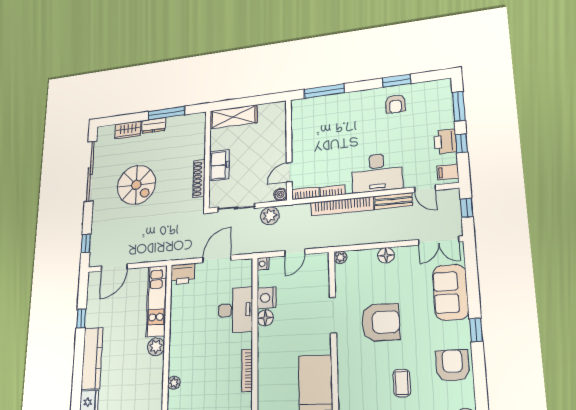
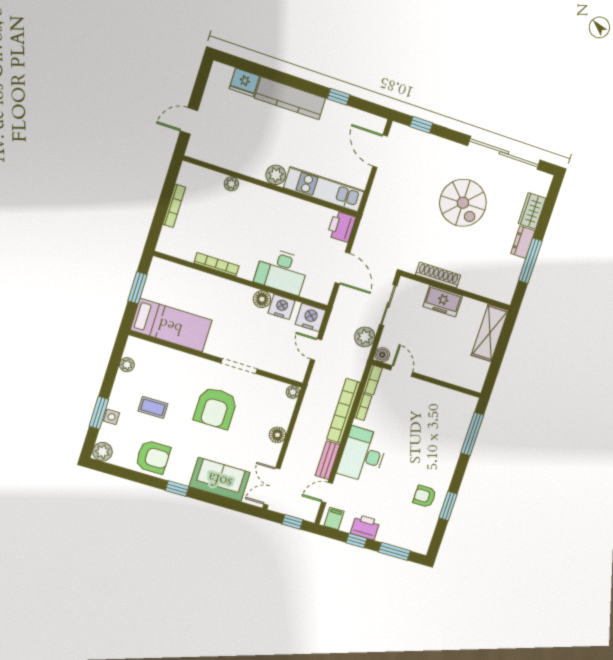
spiral stairs: (136, 185) -> (463, 203), turned -90
nightstand: (263, 264) -> (311, 317), width x1.89, depth x1.79

